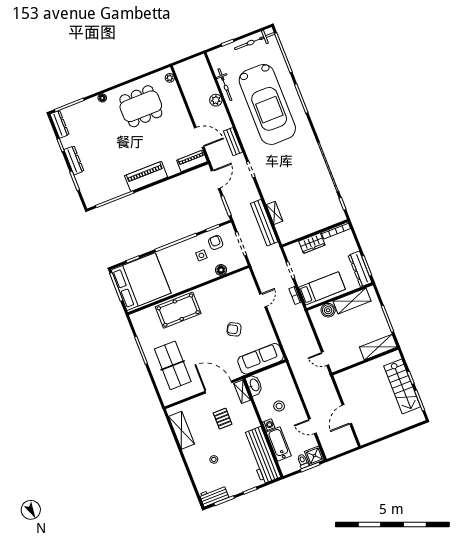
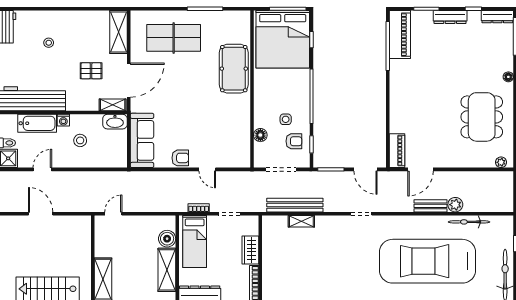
bench: (233, 142) -> (431, 206), moved
piano: (146, 176) -> (400, 35), moved
armchair: (234, 329) -> (180, 158), moved, turned 62
shelving: (182, 430) -> (118, 32), moved, turned 90

